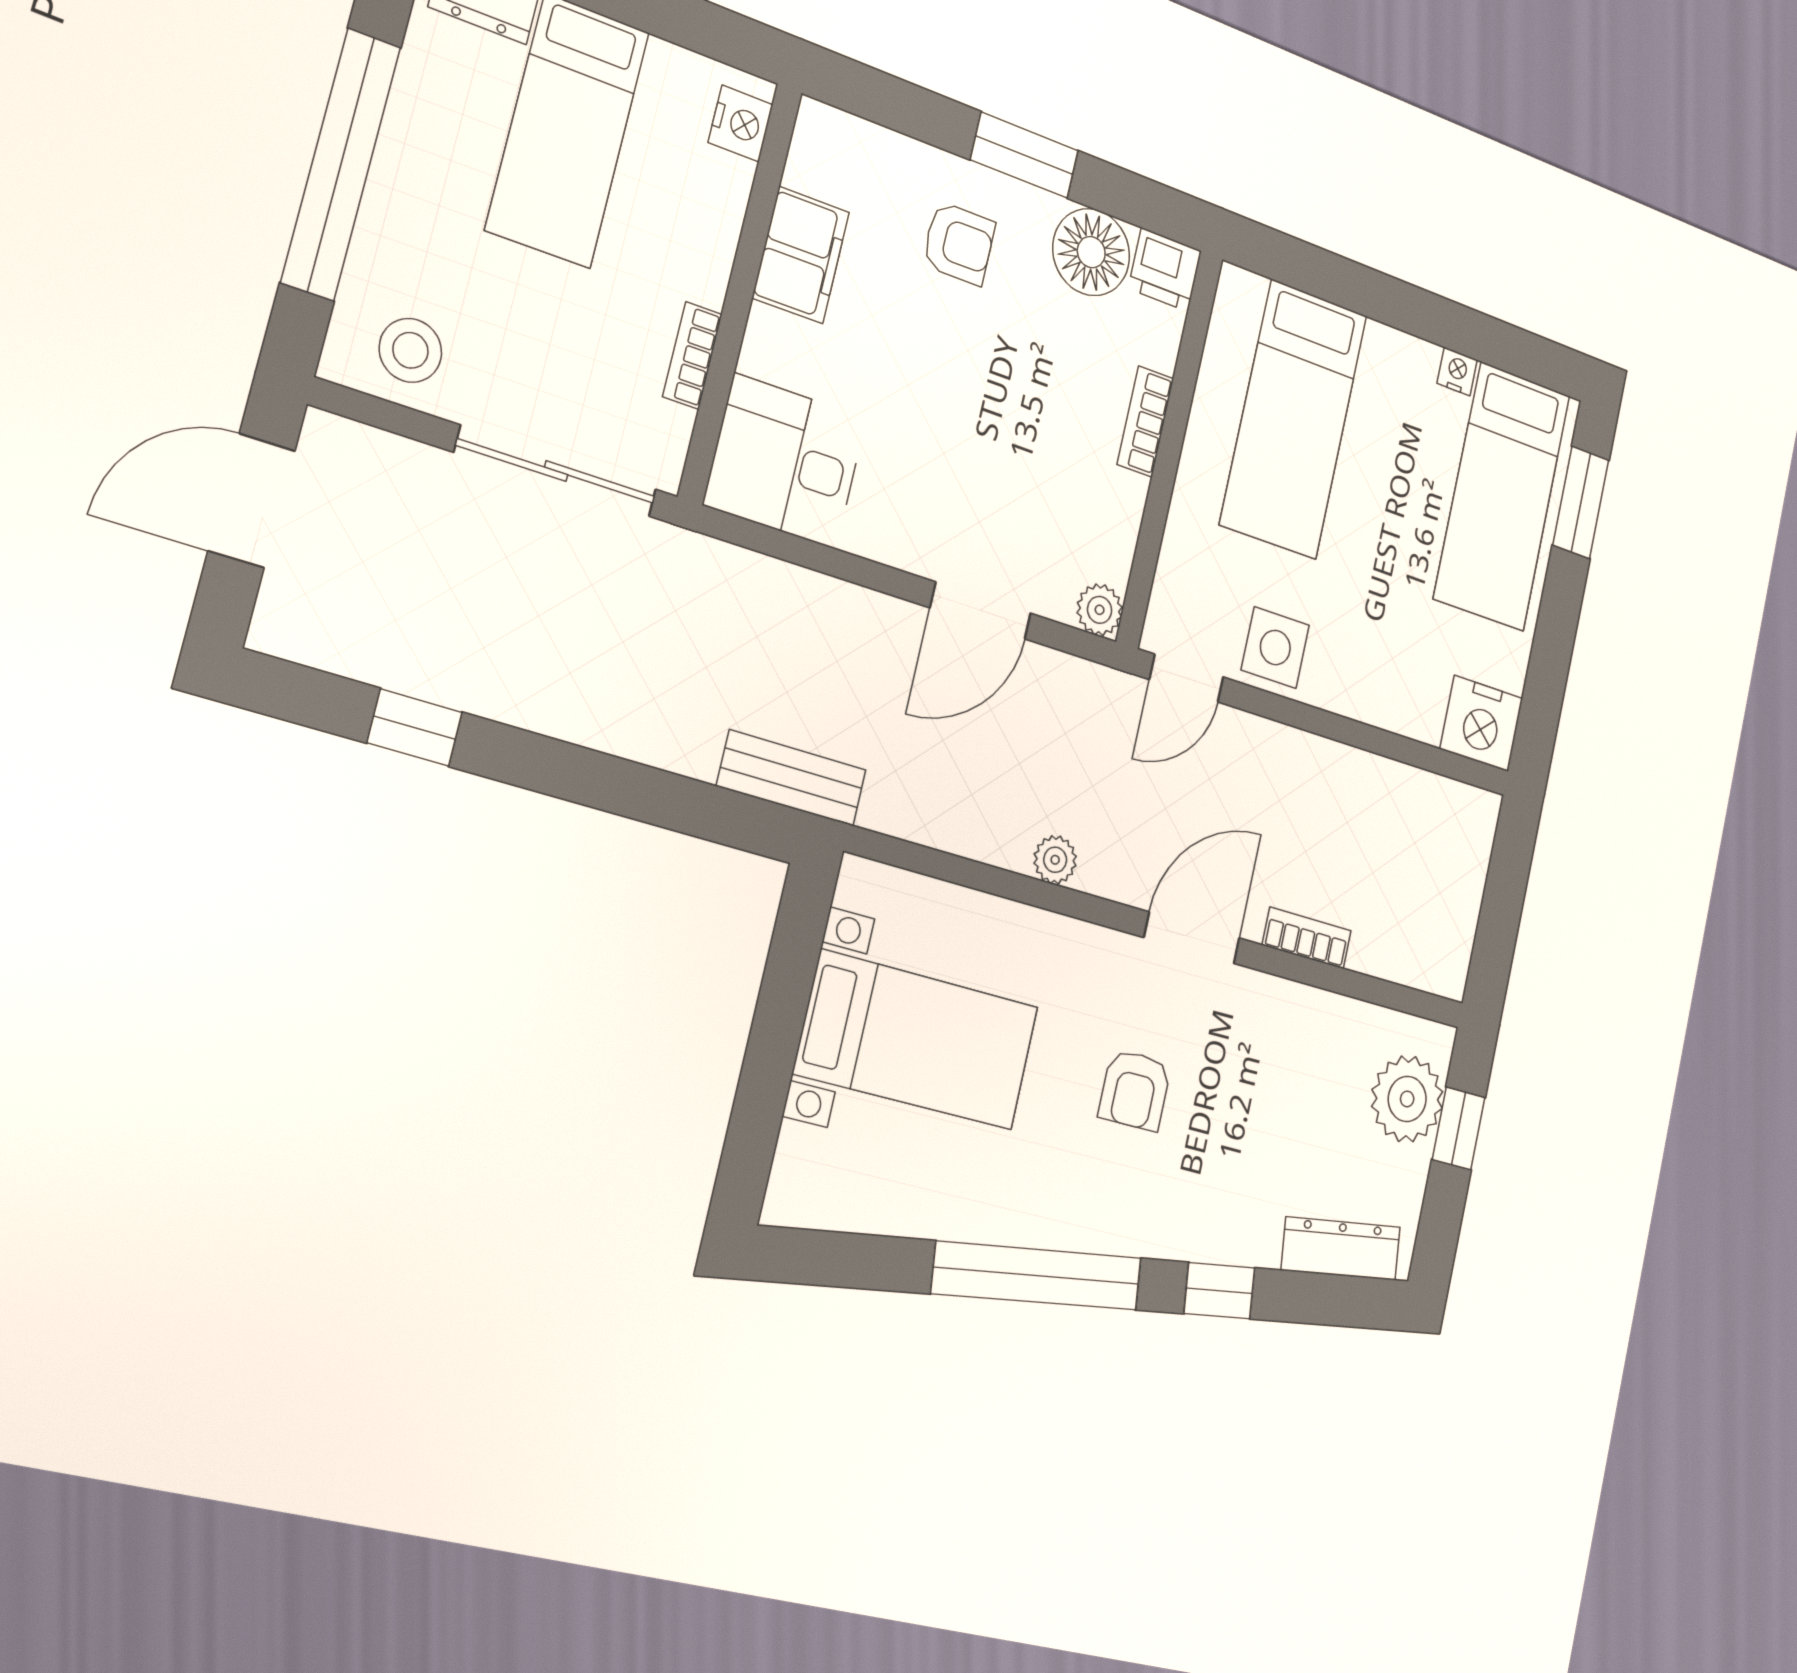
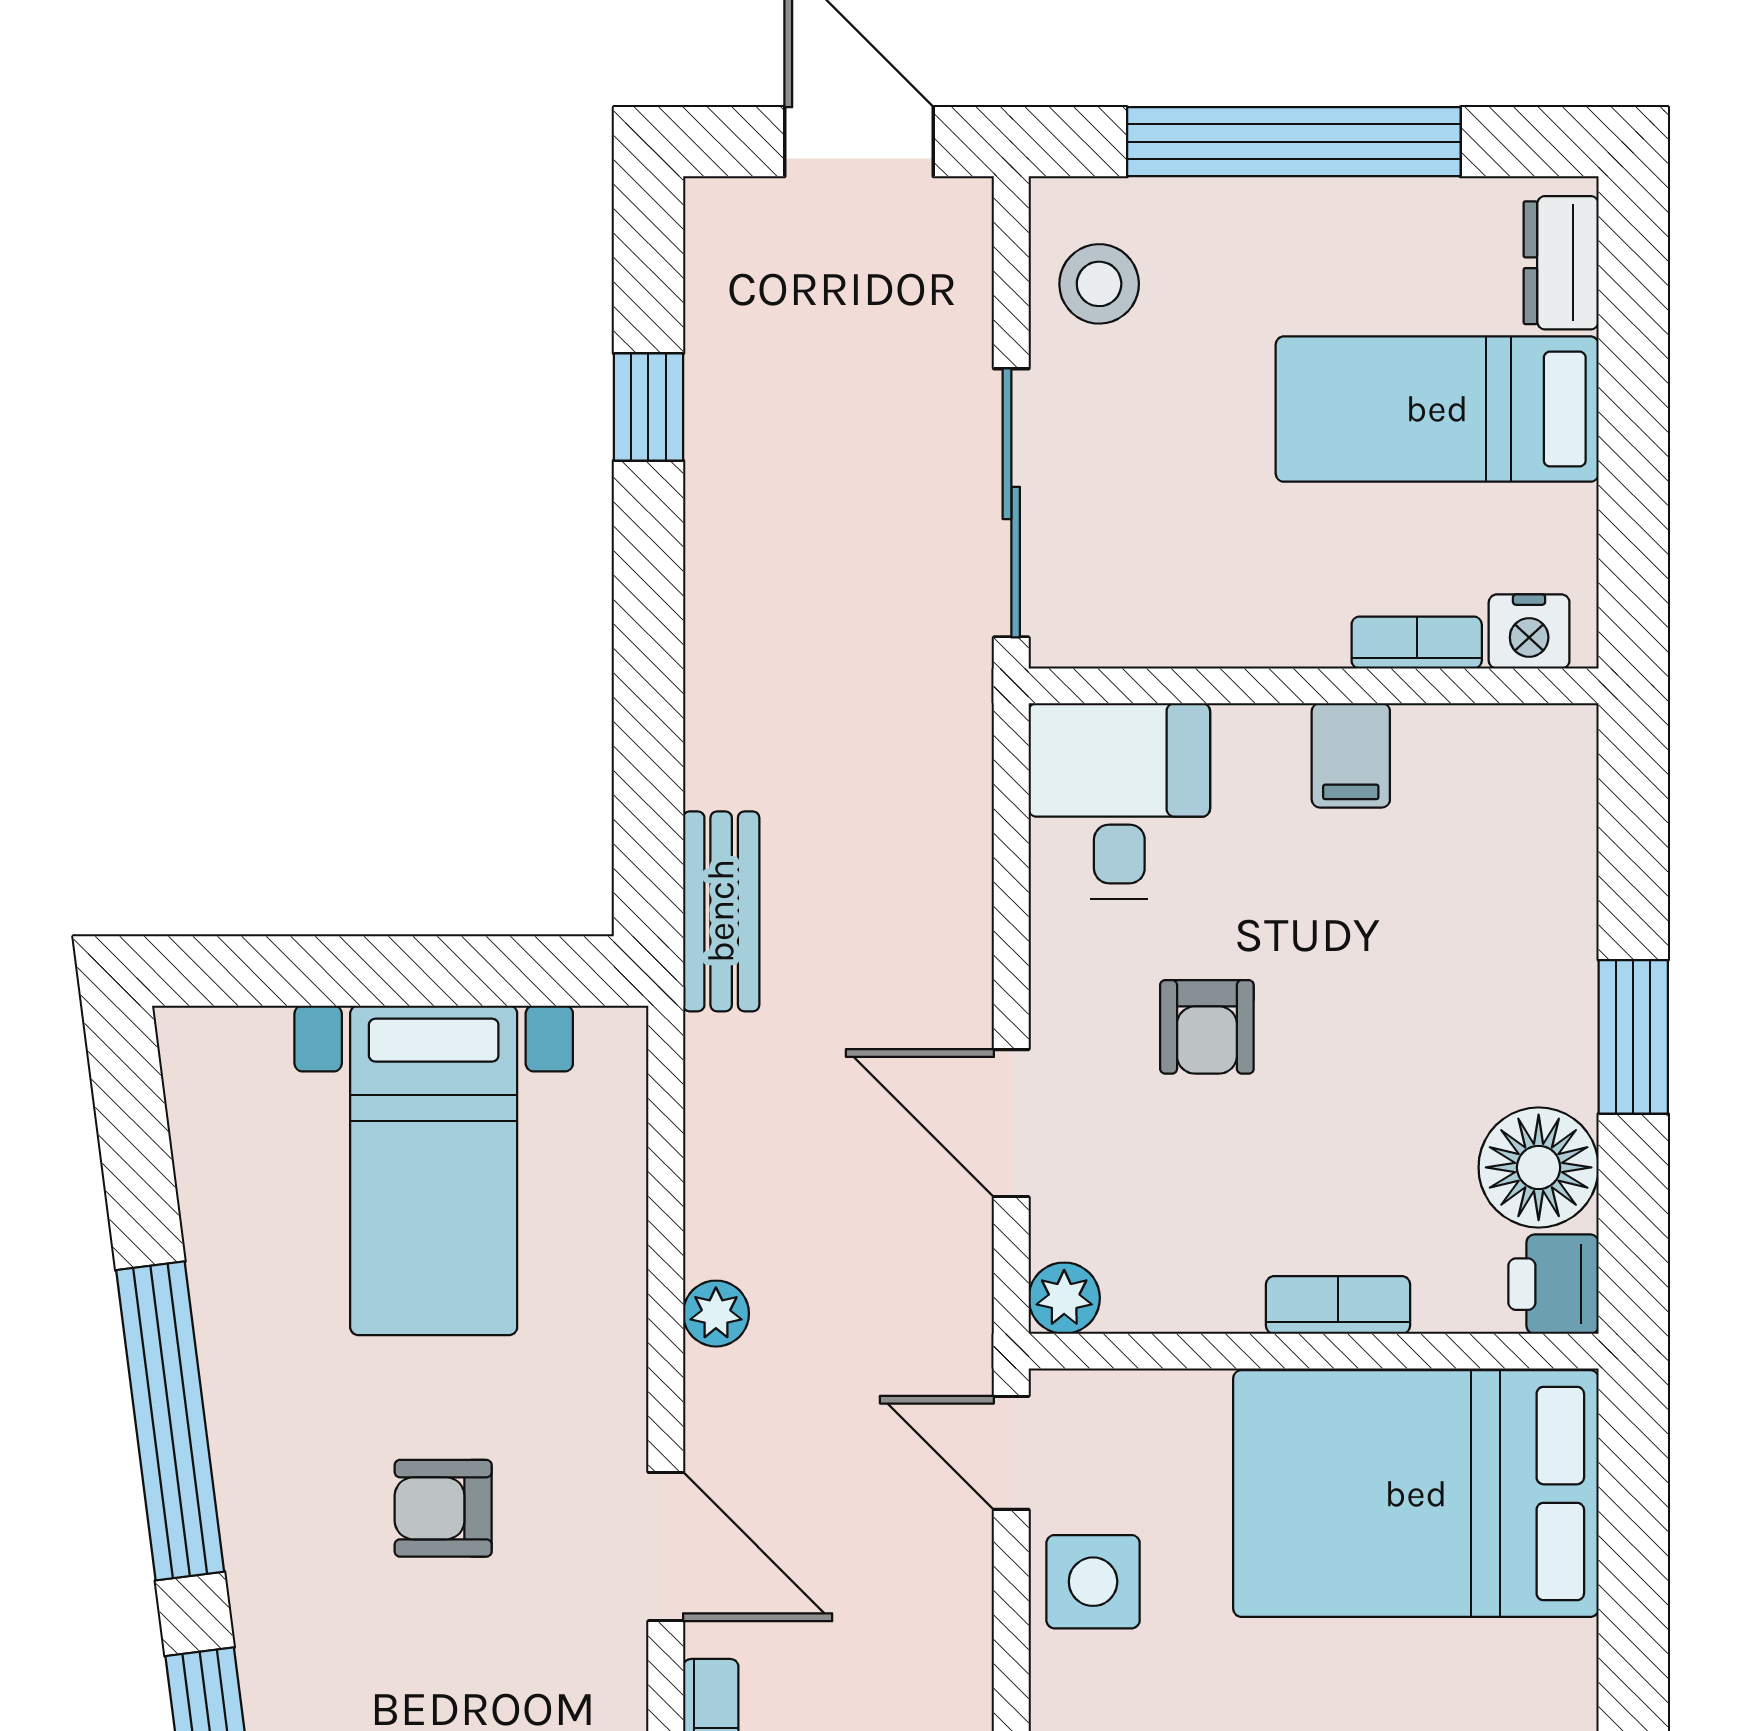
armchair: (959, 243) -> (1207, 1027), moved
filing cabinet: (801, 255) -> (1351, 755), width x0.50
bookcase: (692, 355) -> (1417, 643), moved
bed: (1294, 419) -> (1416, 1494), width x1.50

